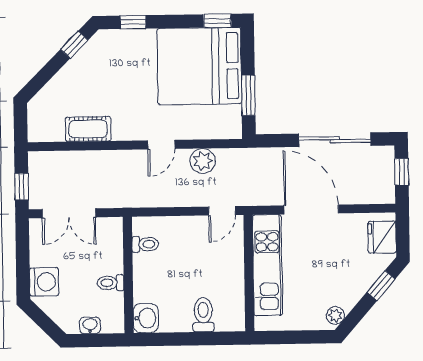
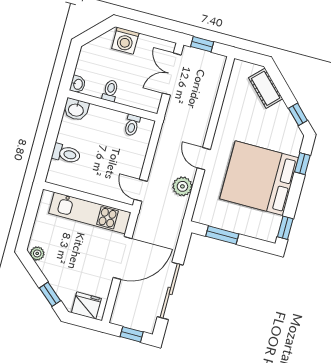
bed: (199, 66) -> (259, 178), moved, turned -90
cot: (88, 129) -> (266, 88), moved, turned -45
washbasin: (90, 325) -> (78, 84), moved

